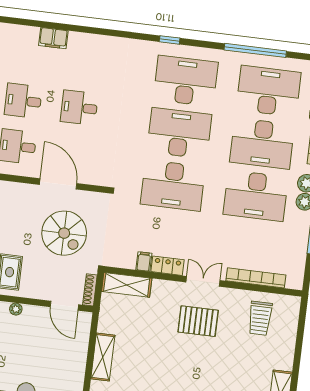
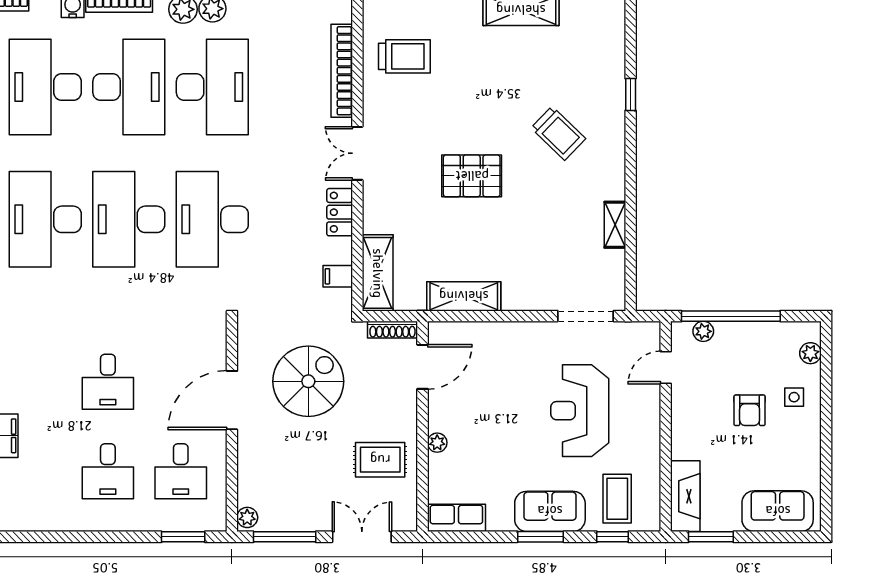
desk: (173, 185) -> (212, 219), turned 180
filing cabinet: (144, 262) -> (338, 276), moved
pallet: (198, 321) -> (472, 176), moved, turned 90
shelving: (103, 357) -> (464, 296), moved

